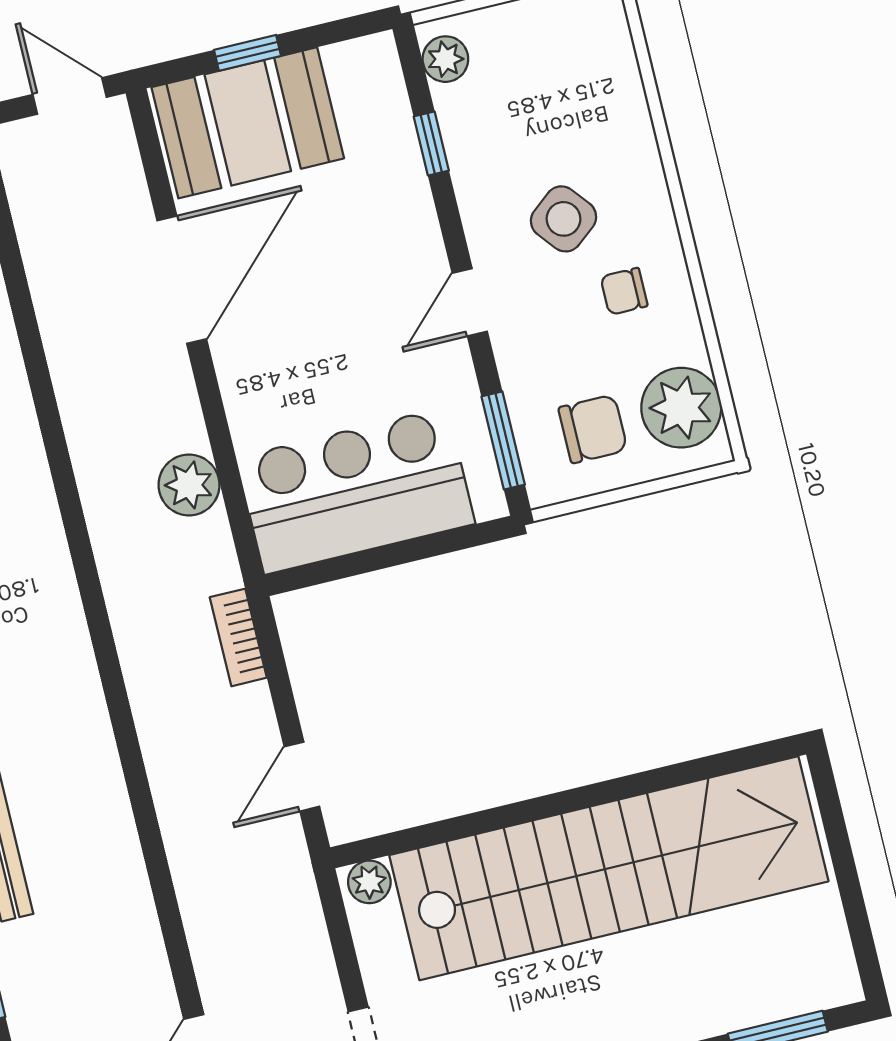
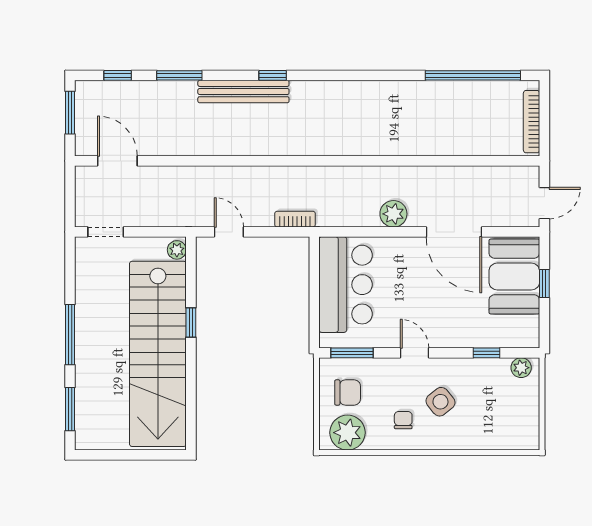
chair: (593, 429) -> (348, 392), turned -90
plant: (189, 485) -> (393, 214), moved
window: (522, 812) -> (191, 322), added

